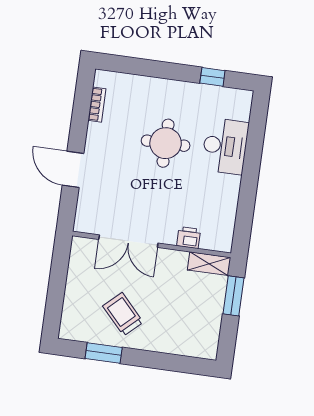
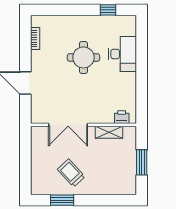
printer: (189, 238) -> (122, 117), moved
shelving: (209, 264) -> (109, 132), moved
window: (233, 296) -> (142, 162), moved

